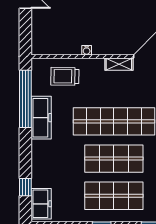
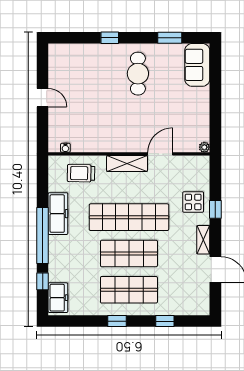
water cooler: (87, 50) -> (65, 148), moved
shelving: (119, 64) -> (127, 163), width x1.50, depth x1.33
window: (25, 99) -> (43, 236), moved

